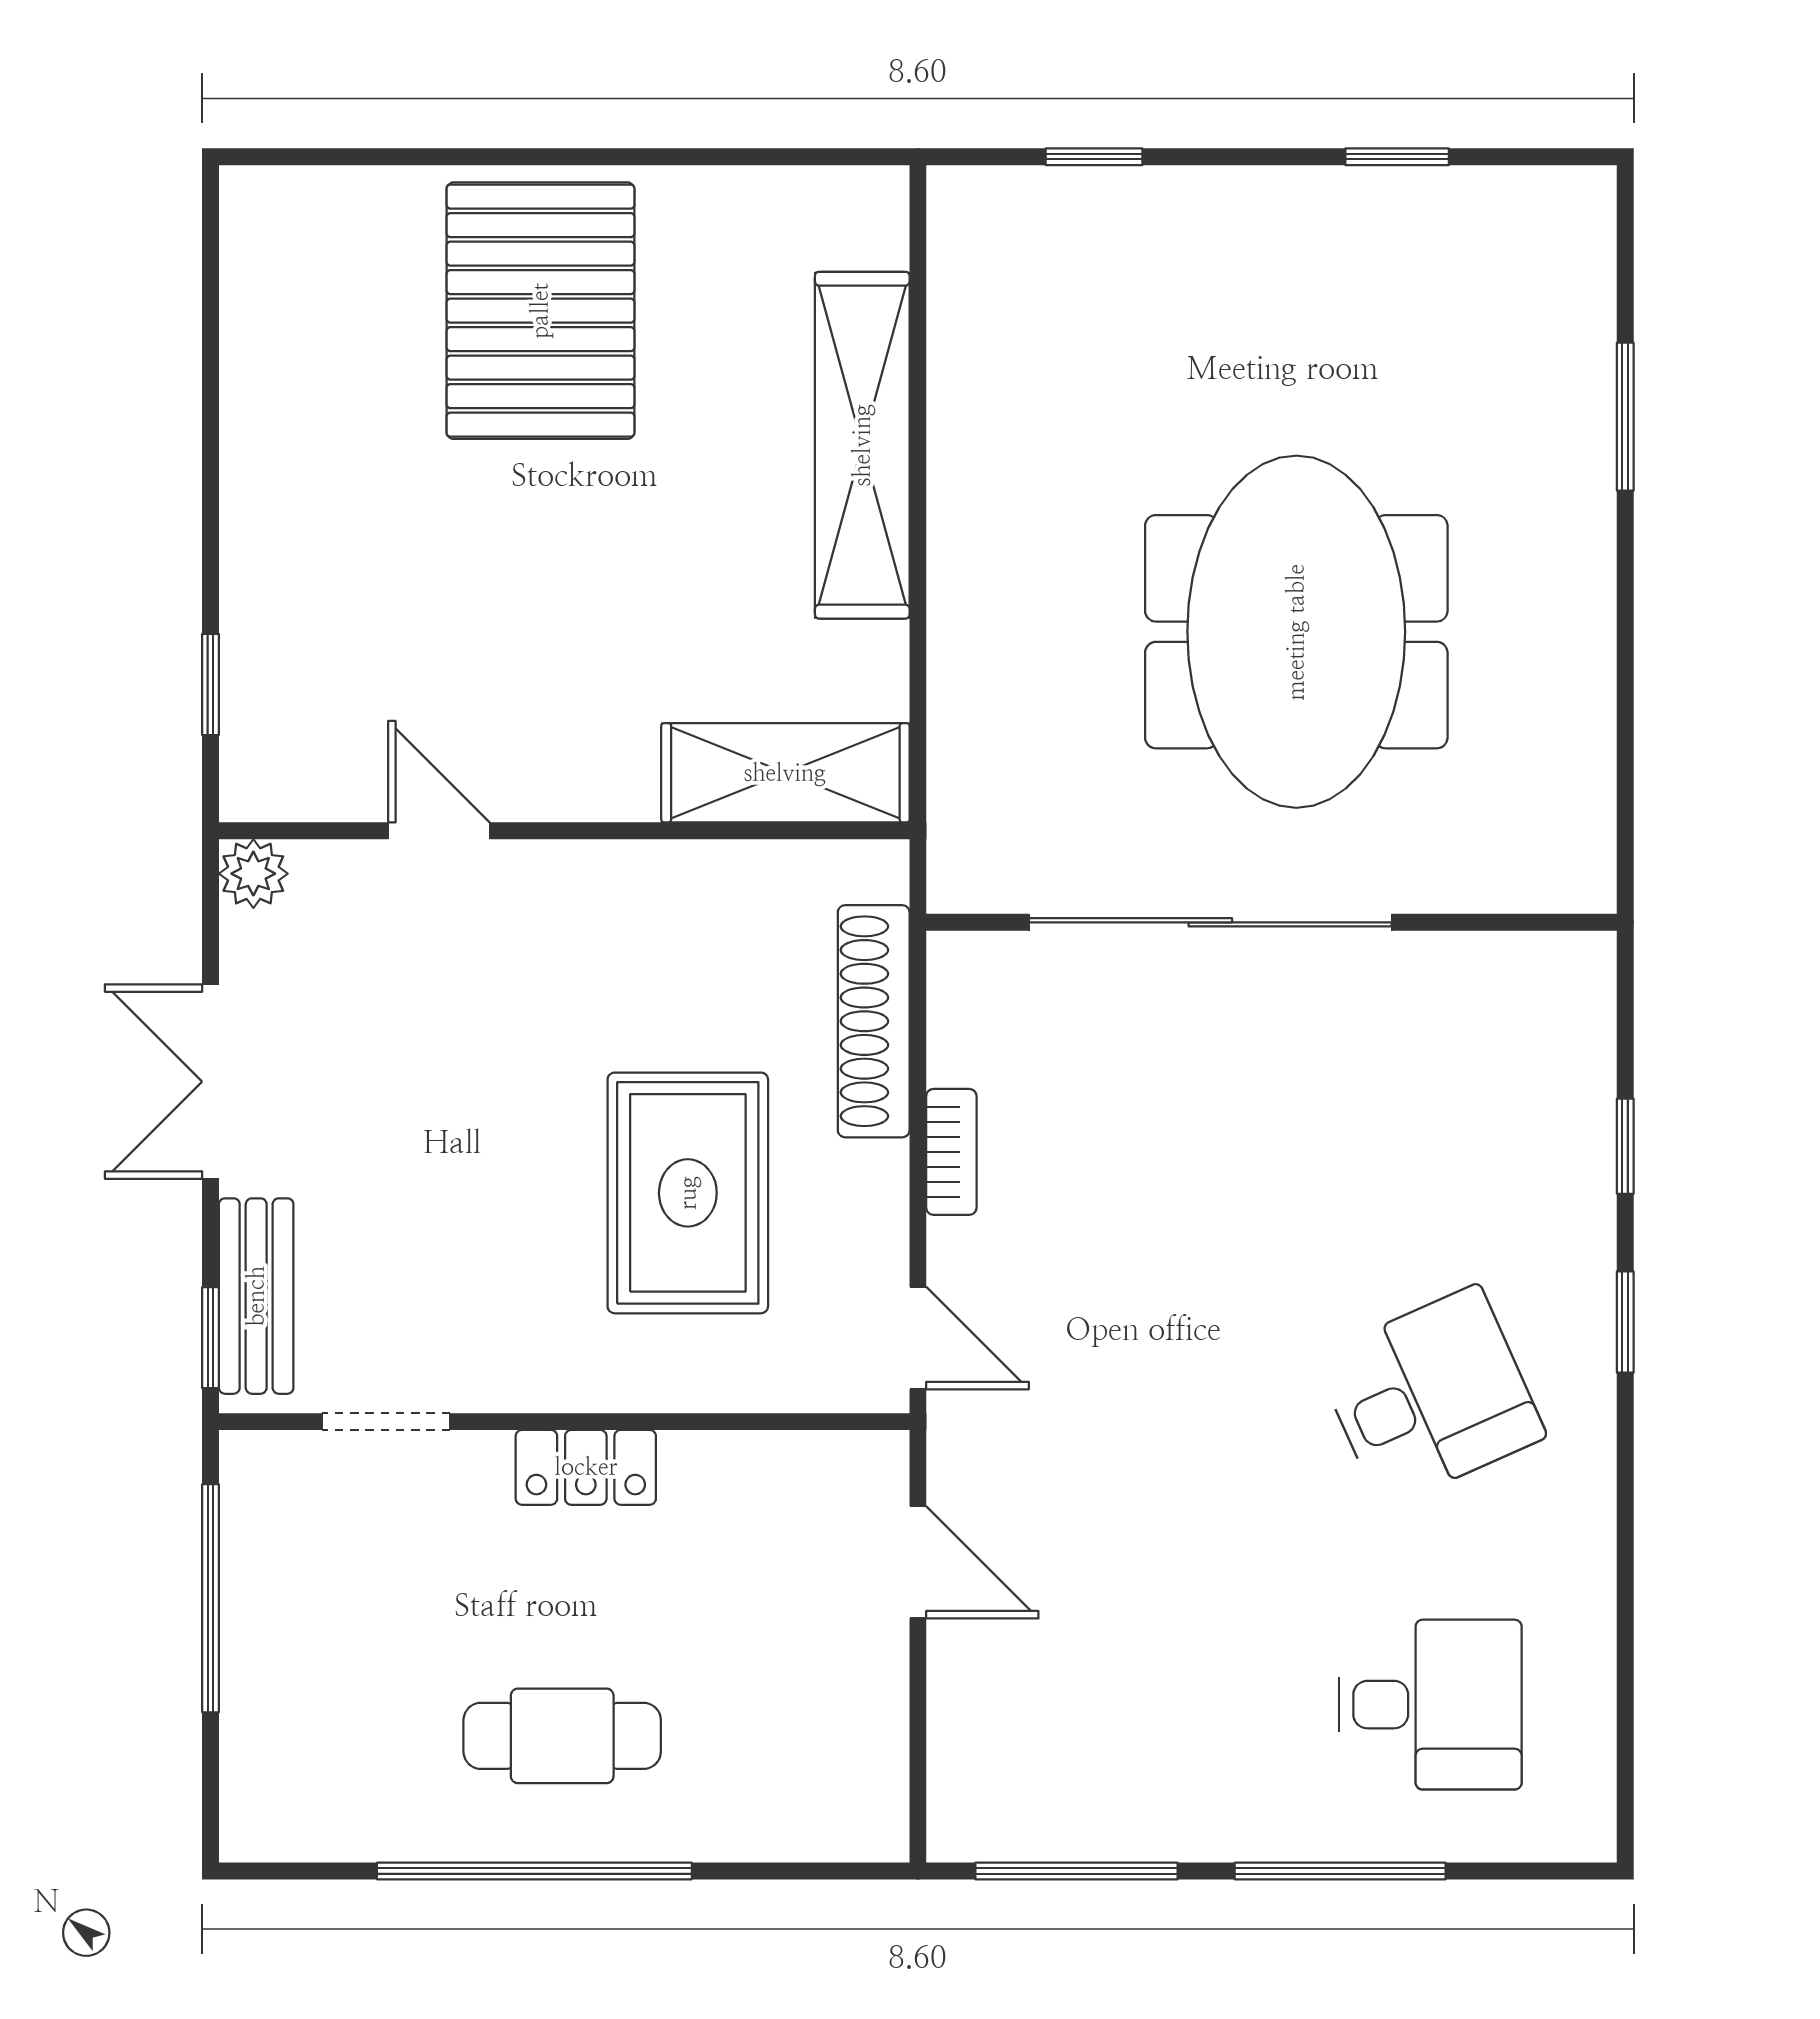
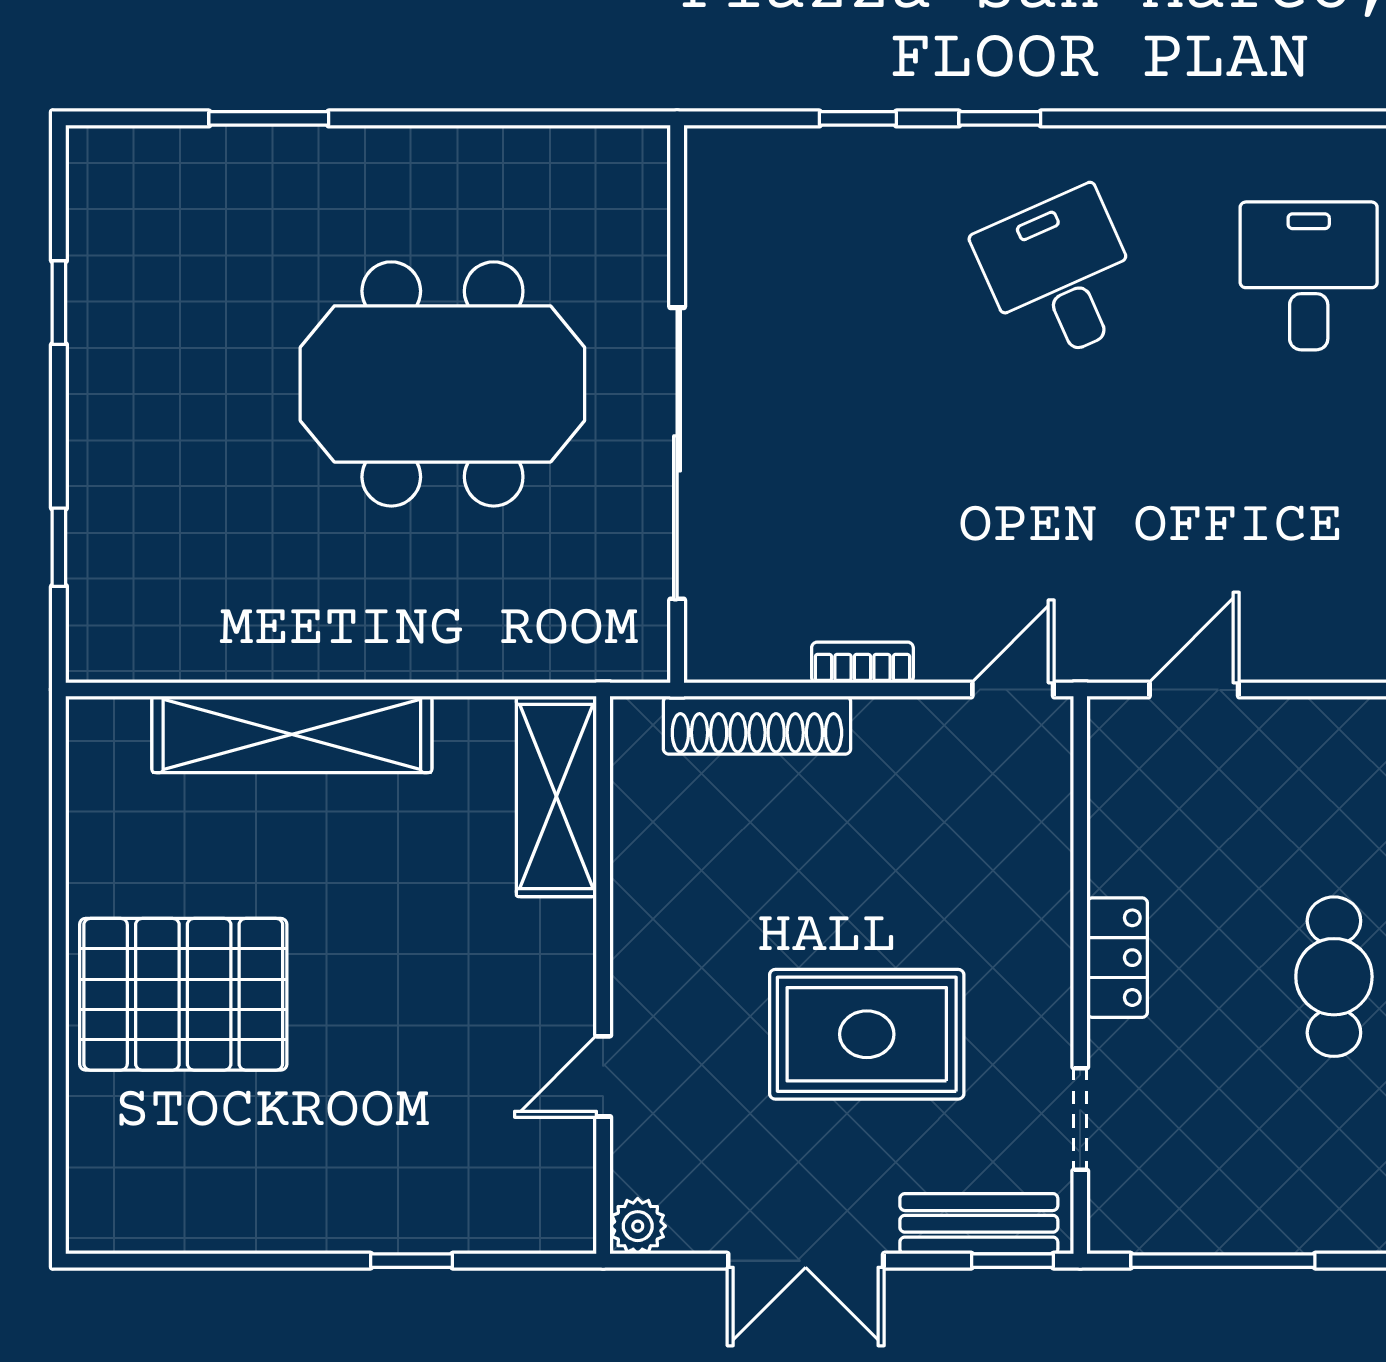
window: (211, 684) -> (412, 1261), moved
rug: (688, 1193) -> (867, 1034), moved

